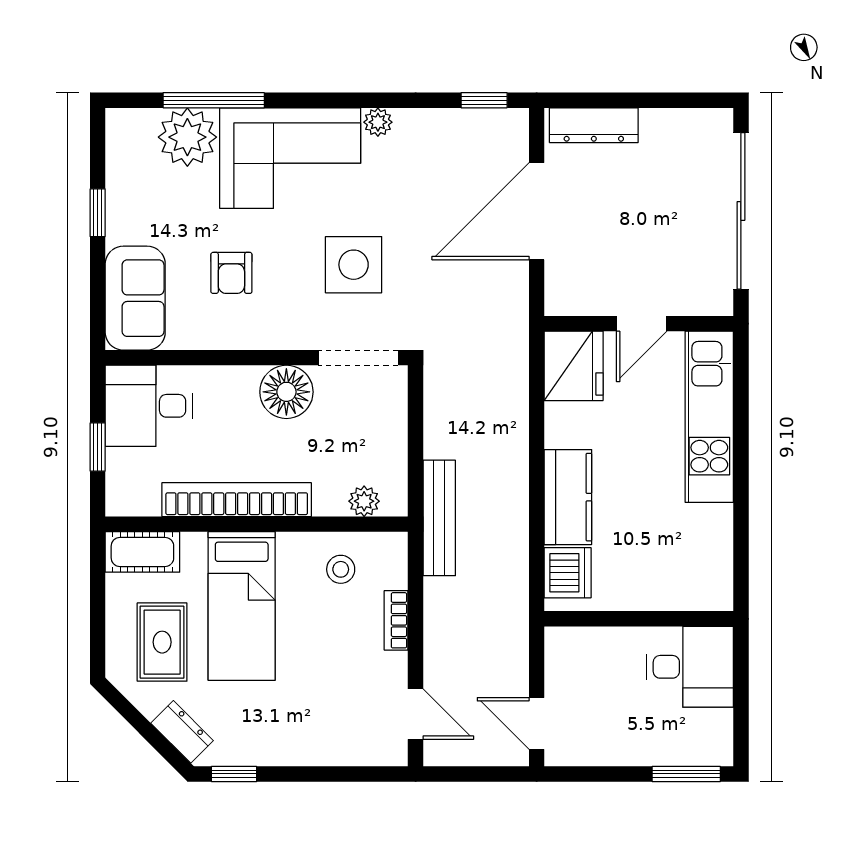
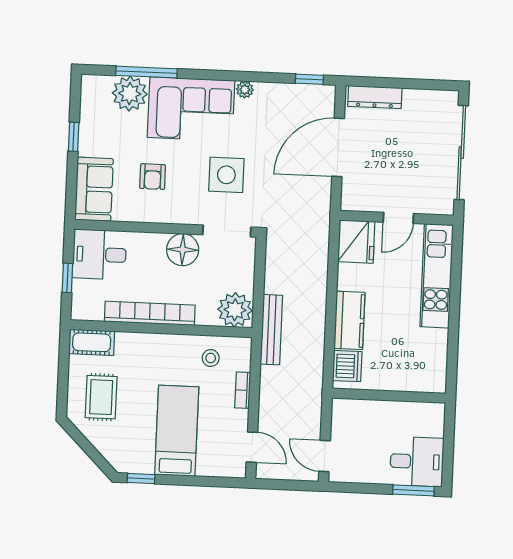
plant: (364, 501) -> (235, 310), width x1.88, depth x1.88
bed: (242, 606) -> (177, 431), moved, turned 180
desk: (690, 667) -> (417, 462), moved
dresser: (182, 732) -> (111, 452), removed

